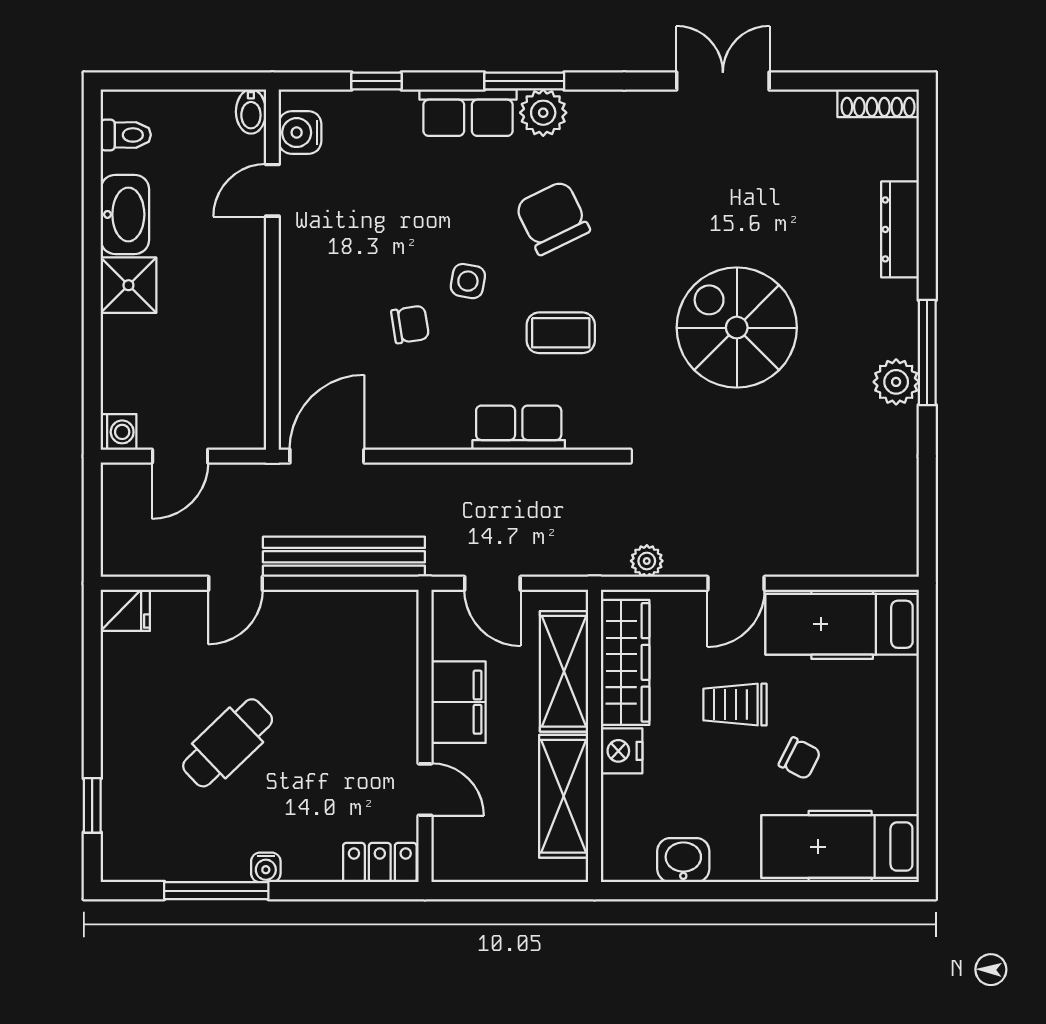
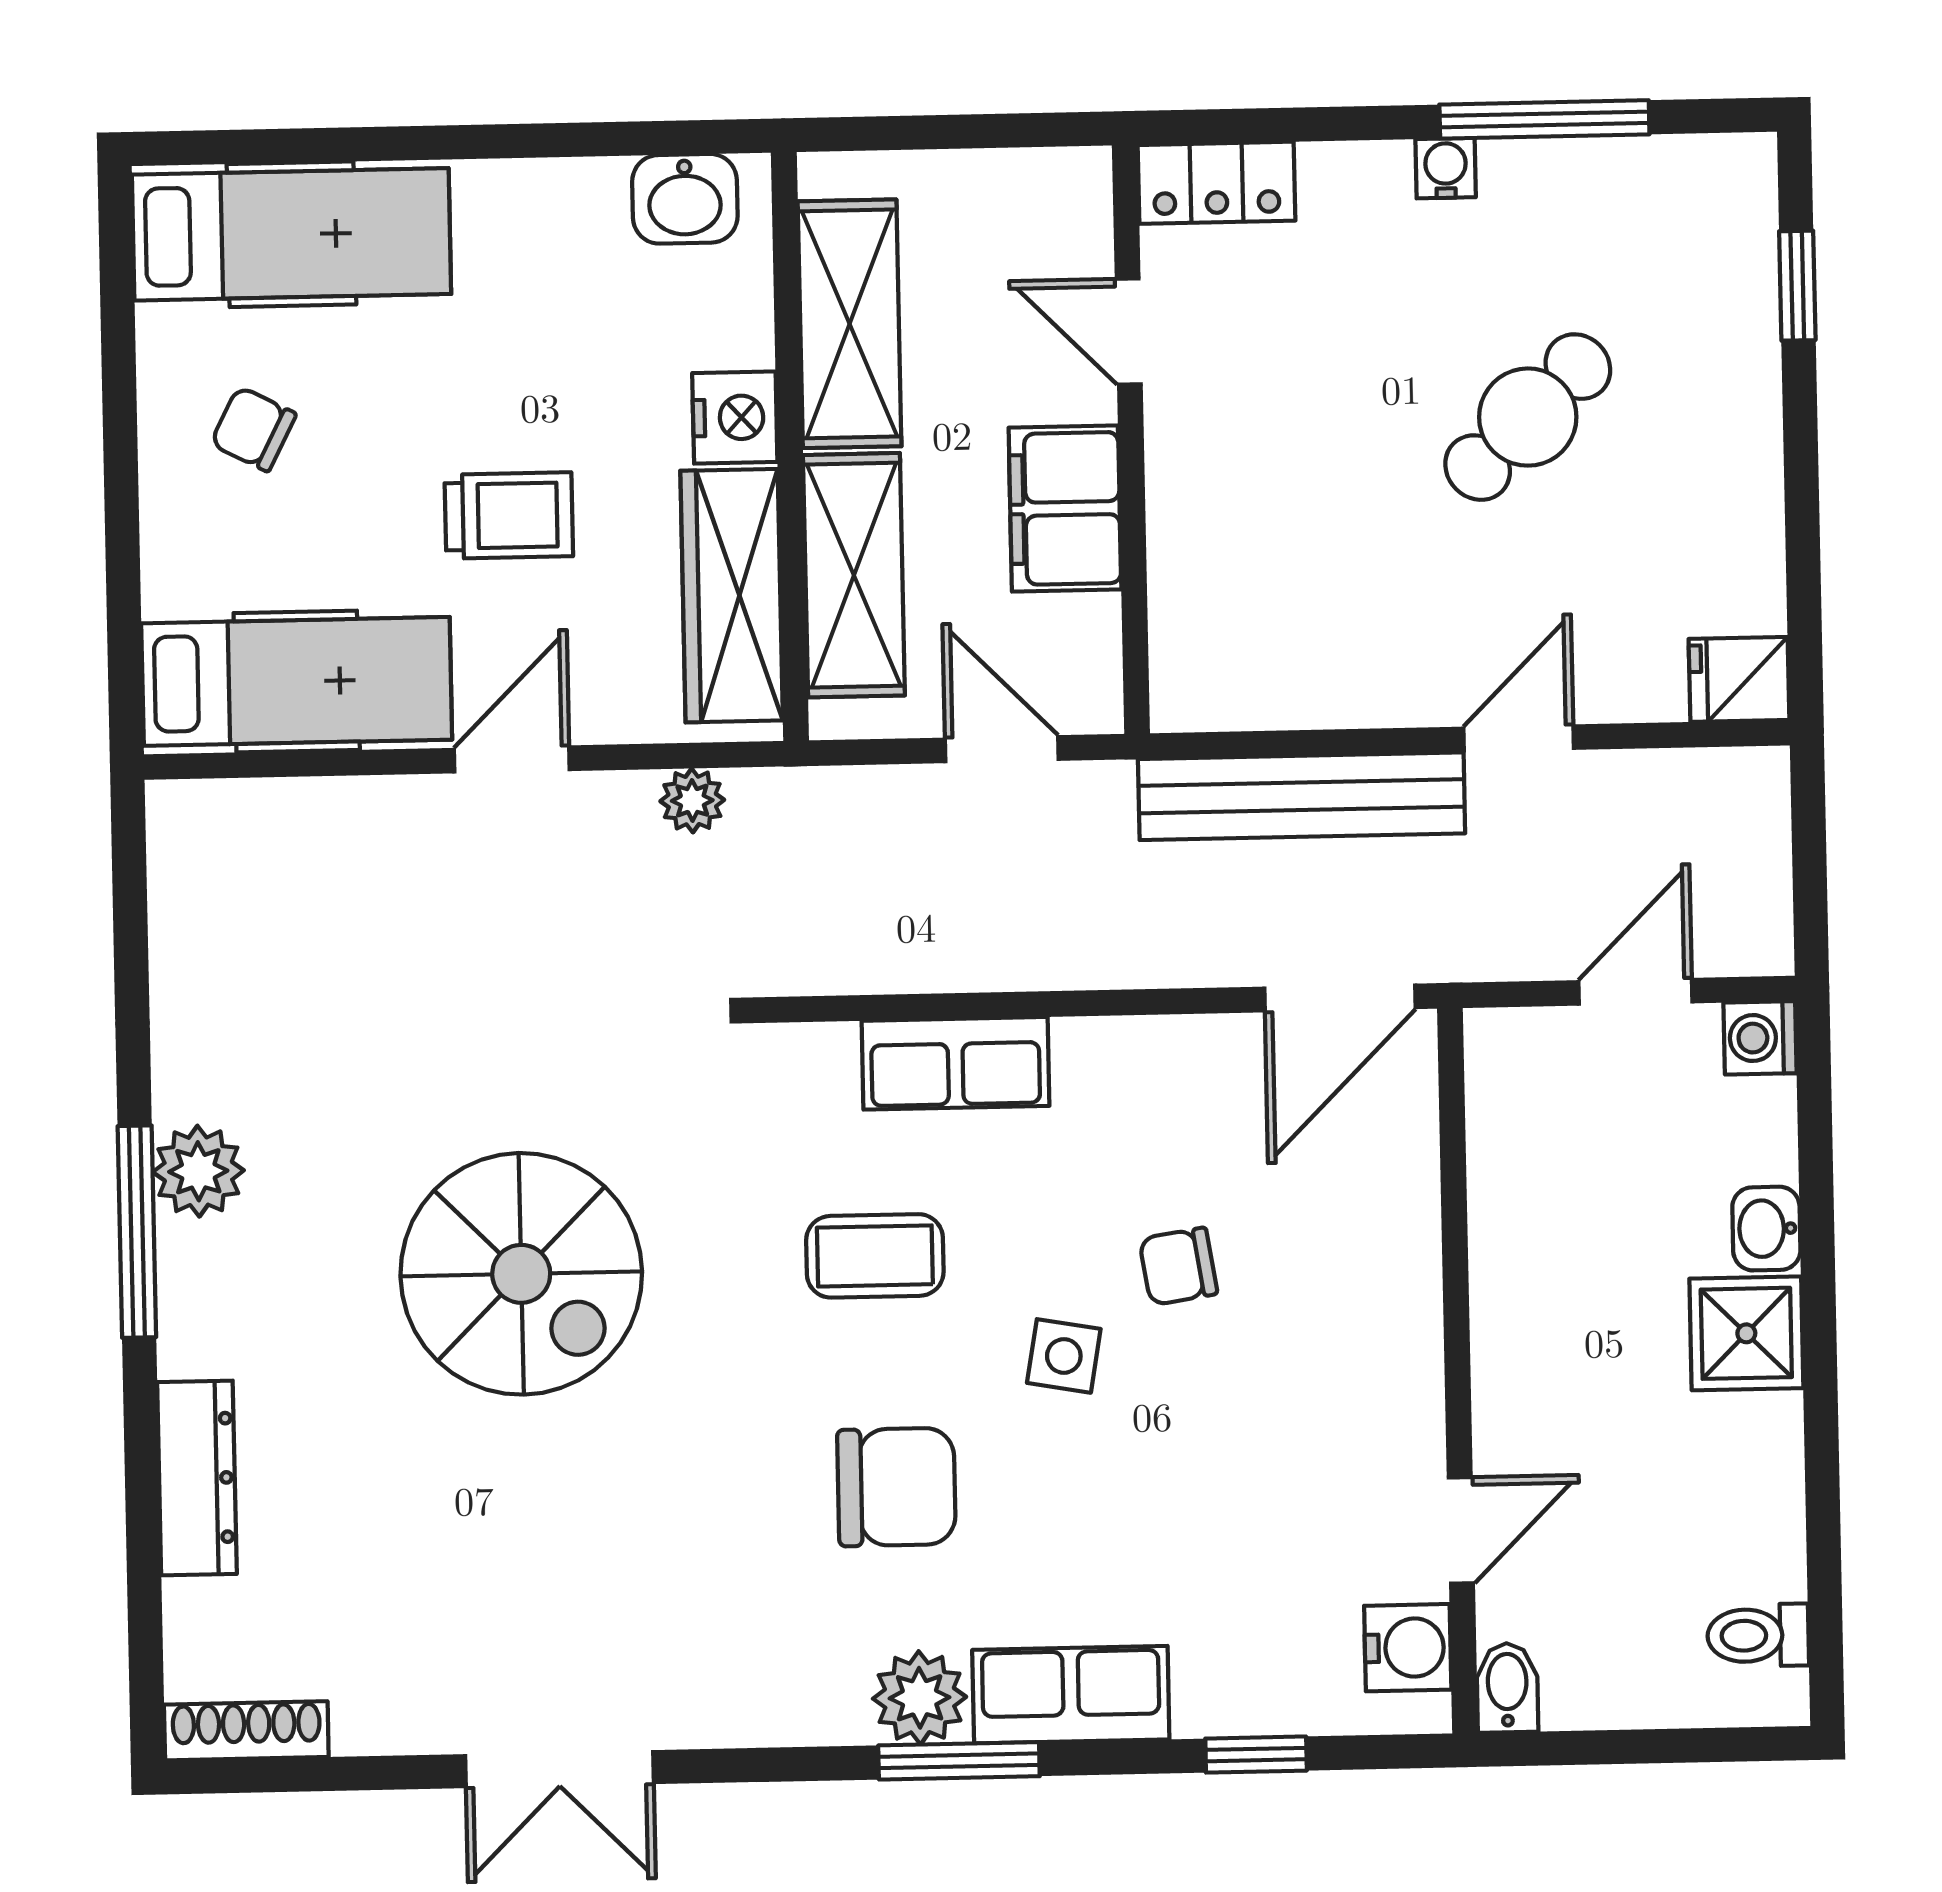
washbasin: (125, 214) -> (1766, 1229), moved, width x0.52, depth x0.69
chair: (552, 218) -> (896, 1487), turned -64
chair: (800, 758) -> (253, 429), moved
washbasin: (683, 860) -> (685, 199), moved

